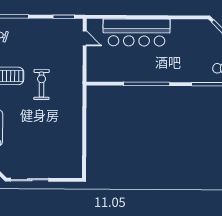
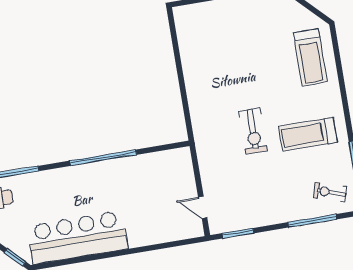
bar counter: (136, 32) -> (77, 237), moved

